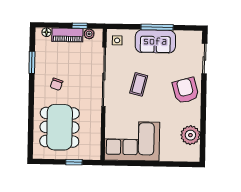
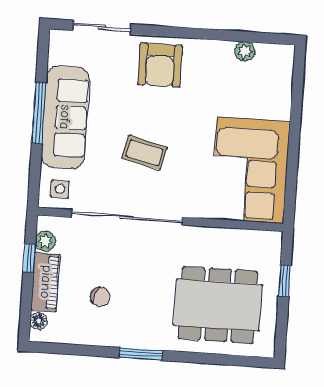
sofa: (155, 41) -> (65, 117), width x1.36
window: (32, 62) -> (141, 354), moved
chair: (56, 84) -> (100, 297), moved
armchair: (186, 90) -> (160, 65), turned -74
plant: (190, 135) -> (245, 51), width x0.53, depth x0.53

